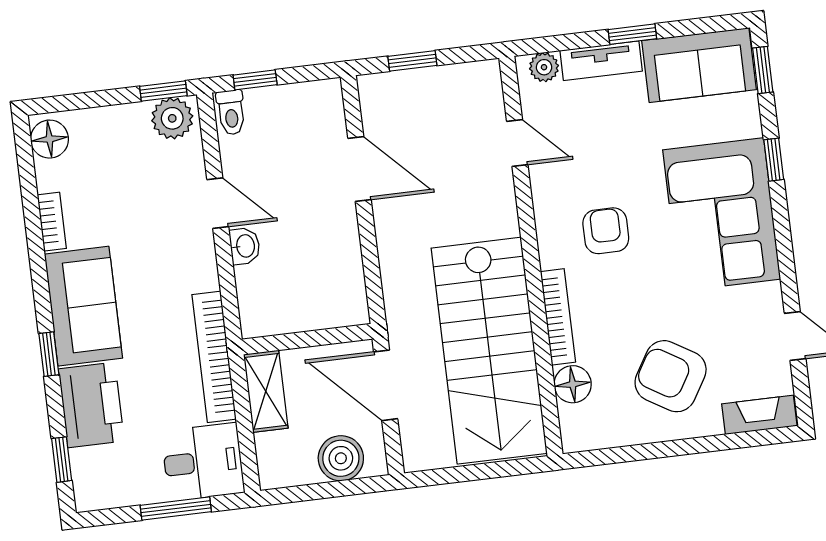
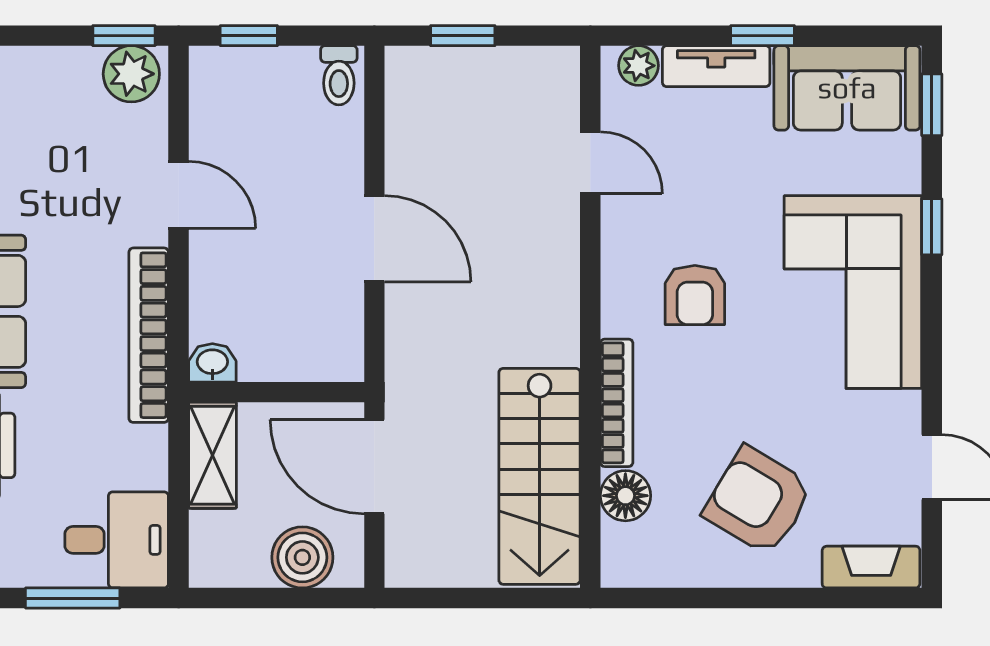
toilet: (231, 112) -> (339, 75), moved
door: (360, 169) -> (374, 239), moved
armchair: (606, 231) -> (695, 295), turned 180
washbasin: (245, 246) -> (212, 363), moved, turned -90
stairs: (489, 351) -> (540, 476), width x0.73, depth x0.66
bookcase: (214, 357) -> (149, 335), moved

